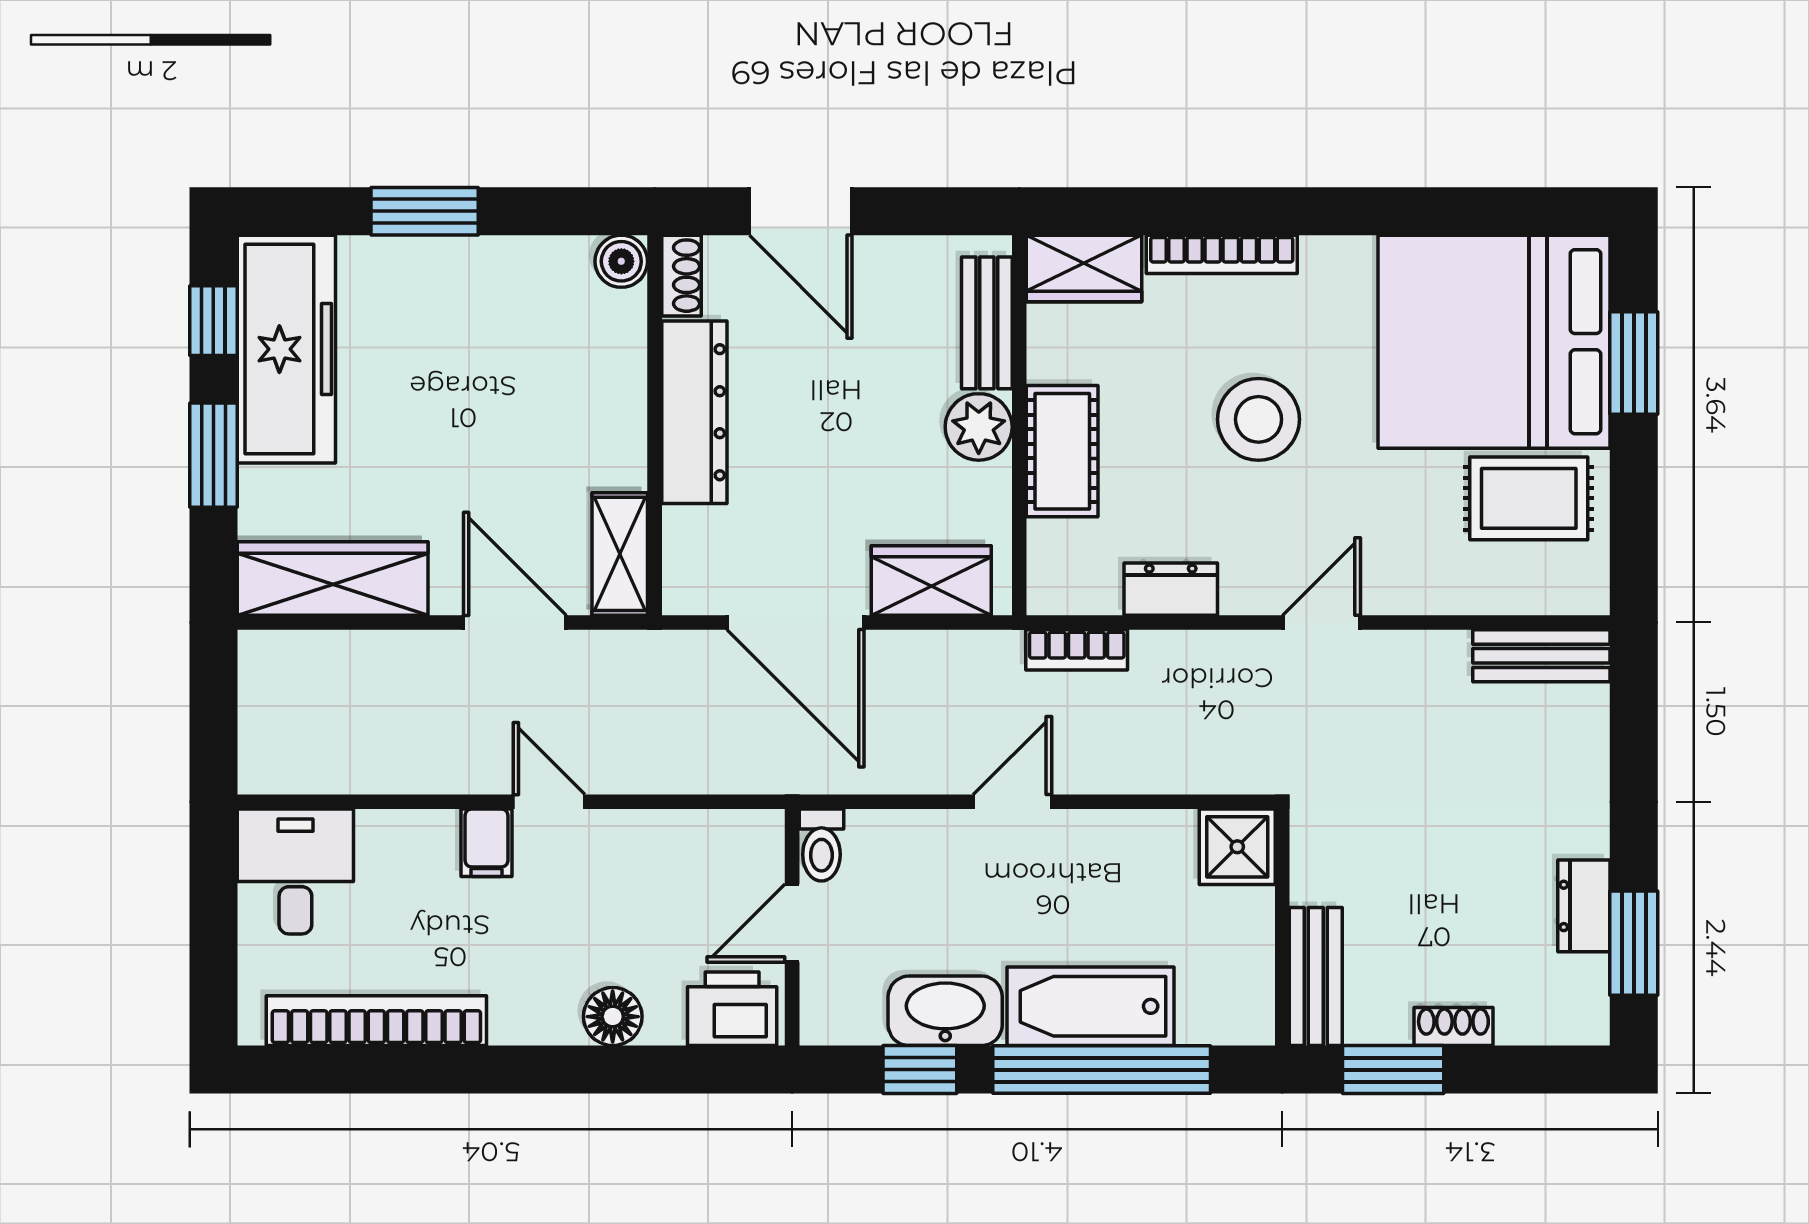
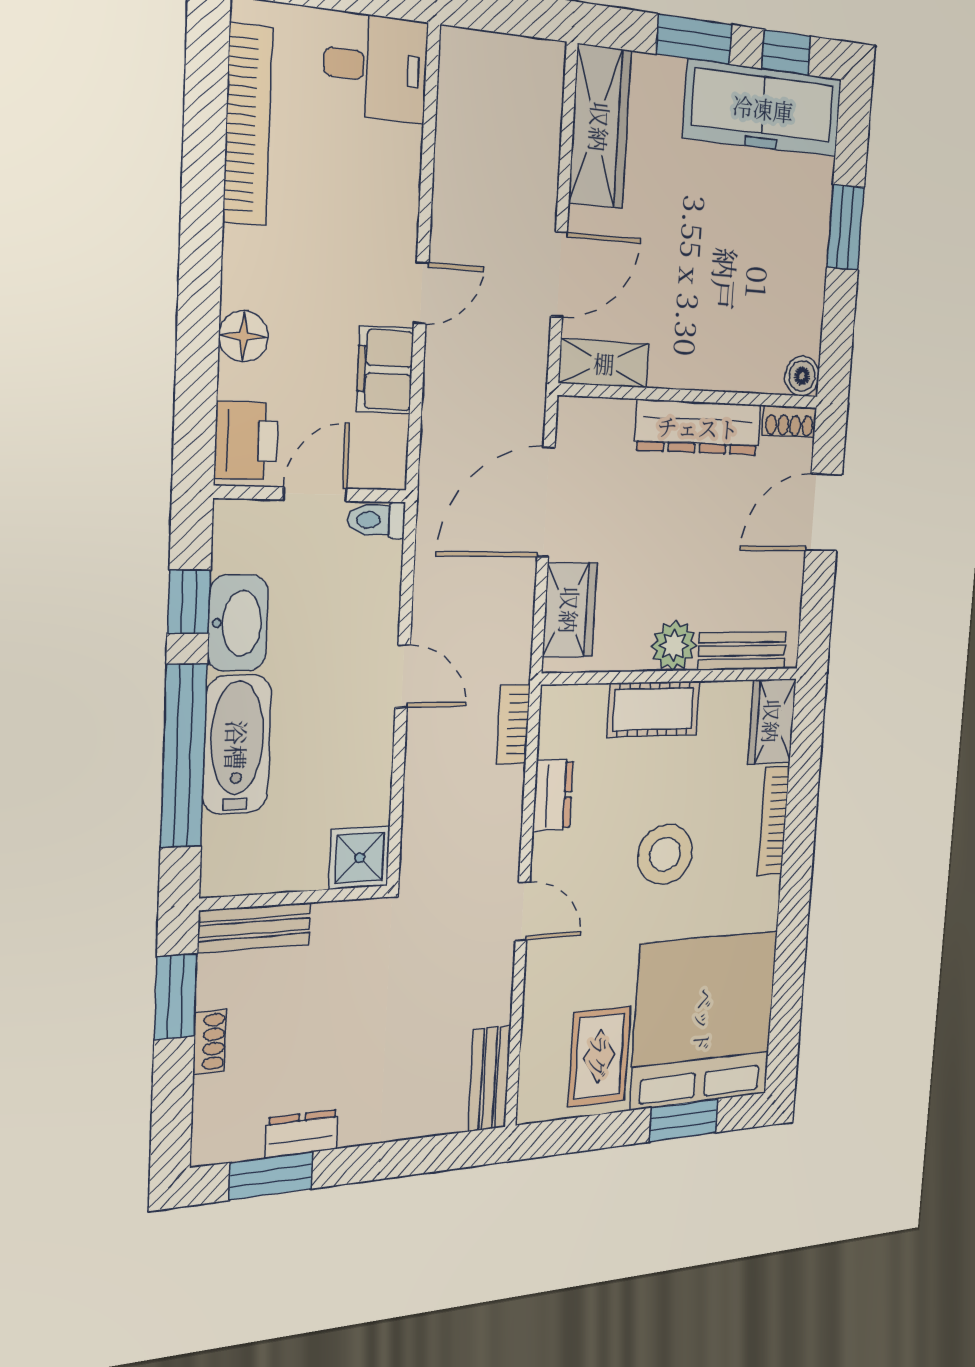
filing cabinet: (486, 843) -> (385, 370), moved, width x2.00
door: (792, 923) -> (315, 494), hinge flipped

